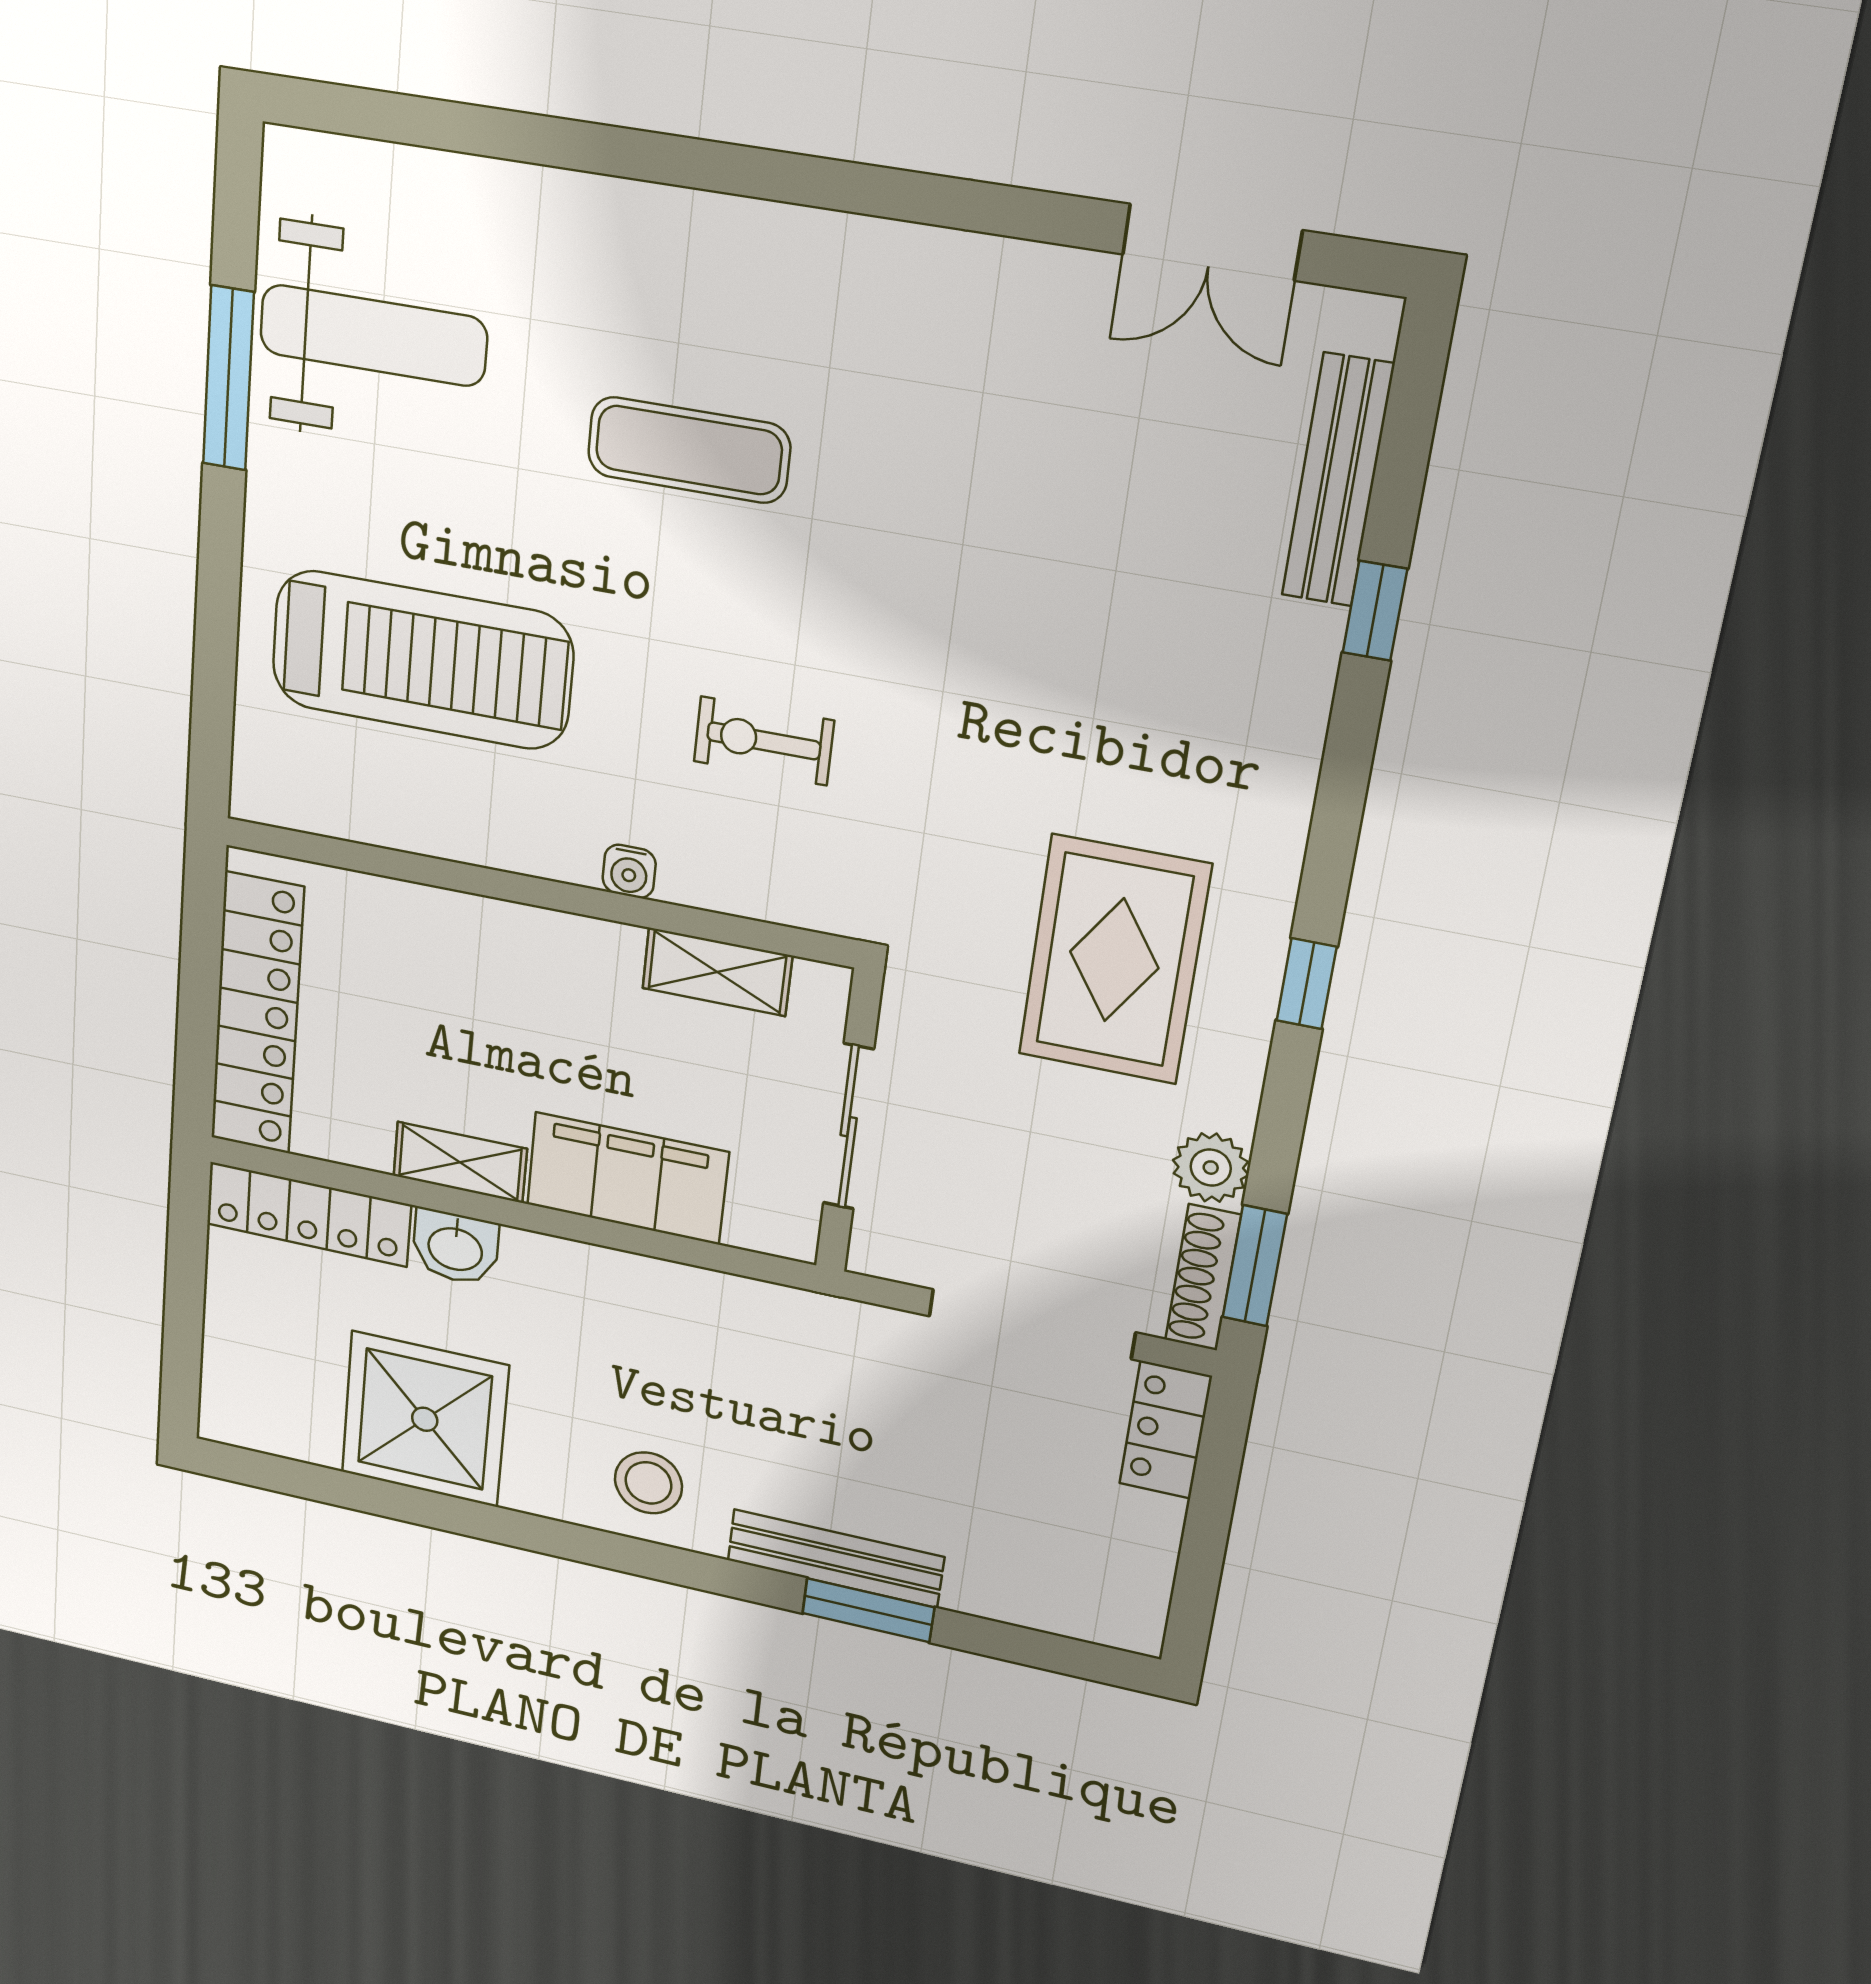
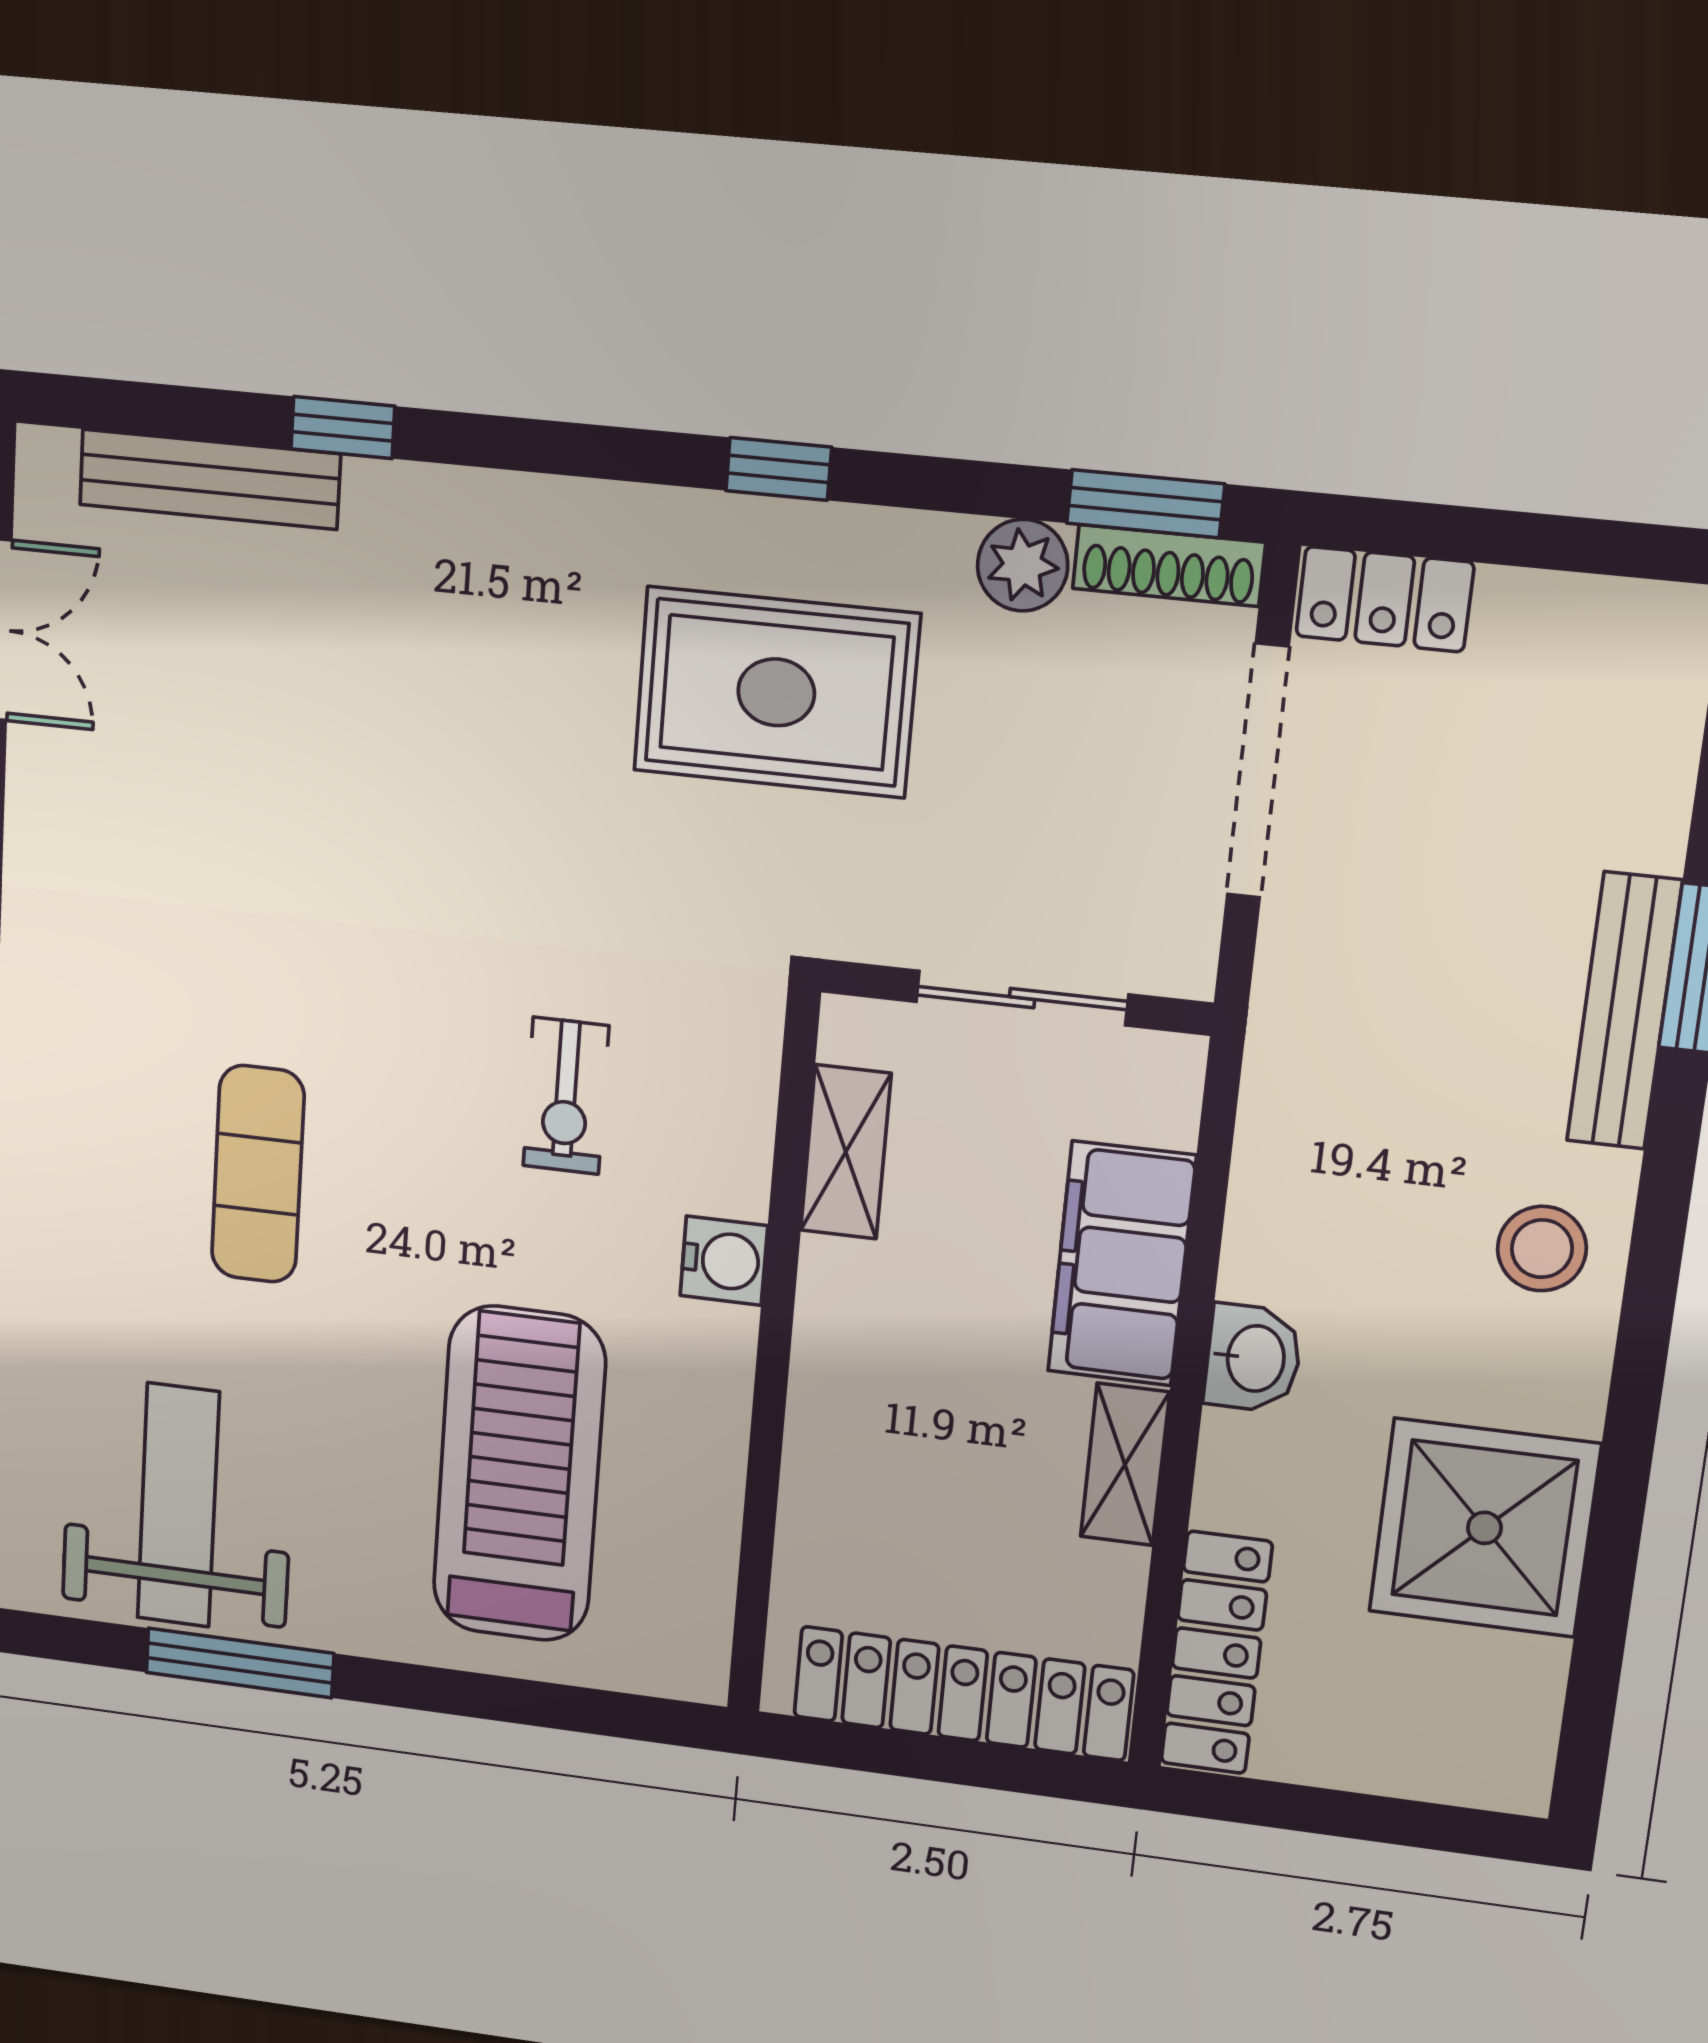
water cooler: (629, 871) -> (724, 1261), width x1.38, depth x1.38
washbasin: (455, 1247) -> (1253, 1358), moved

